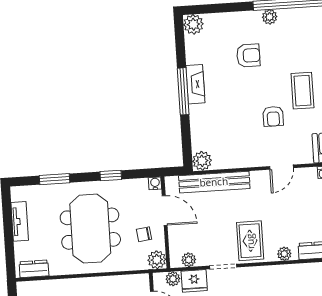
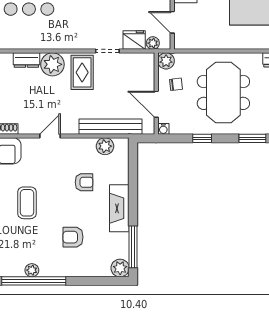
plant: (270, 17) -> (32, 270), moved
fireplace: (195, 84) -> (119, 208), width x1.37, depth x1.32
window: (183, 91) -> (133, 247), moved
armchair: (273, 116) -> (84, 182), moved, turned 90
plant: (202, 161) -> (105, 146), moved
plant: (284, 254) -> (52, 64), width x1.88, depth x1.88
plant: (189, 260) -> (138, 59), removed

